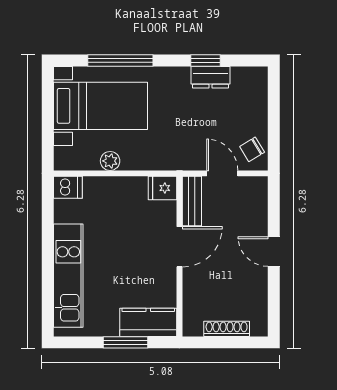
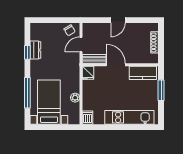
kitchen counter: (148, 322) -> (143, 73), moved, turned -90

